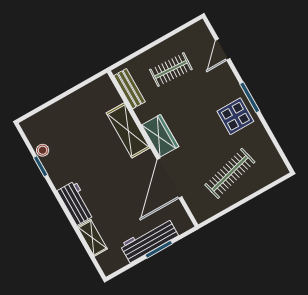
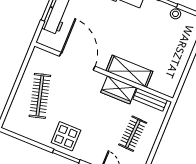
wardrobe: (160, 136) -> (119, 90), moved

